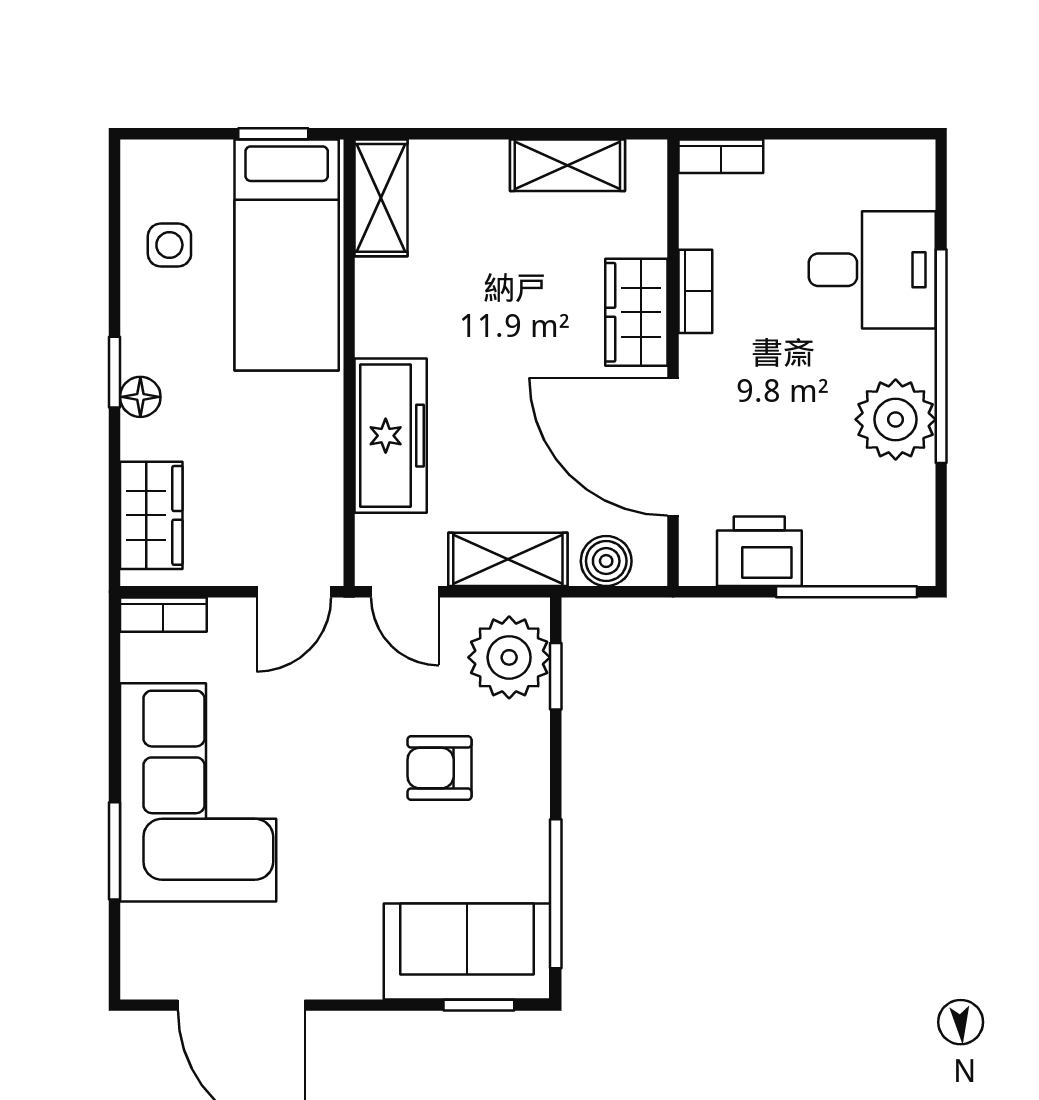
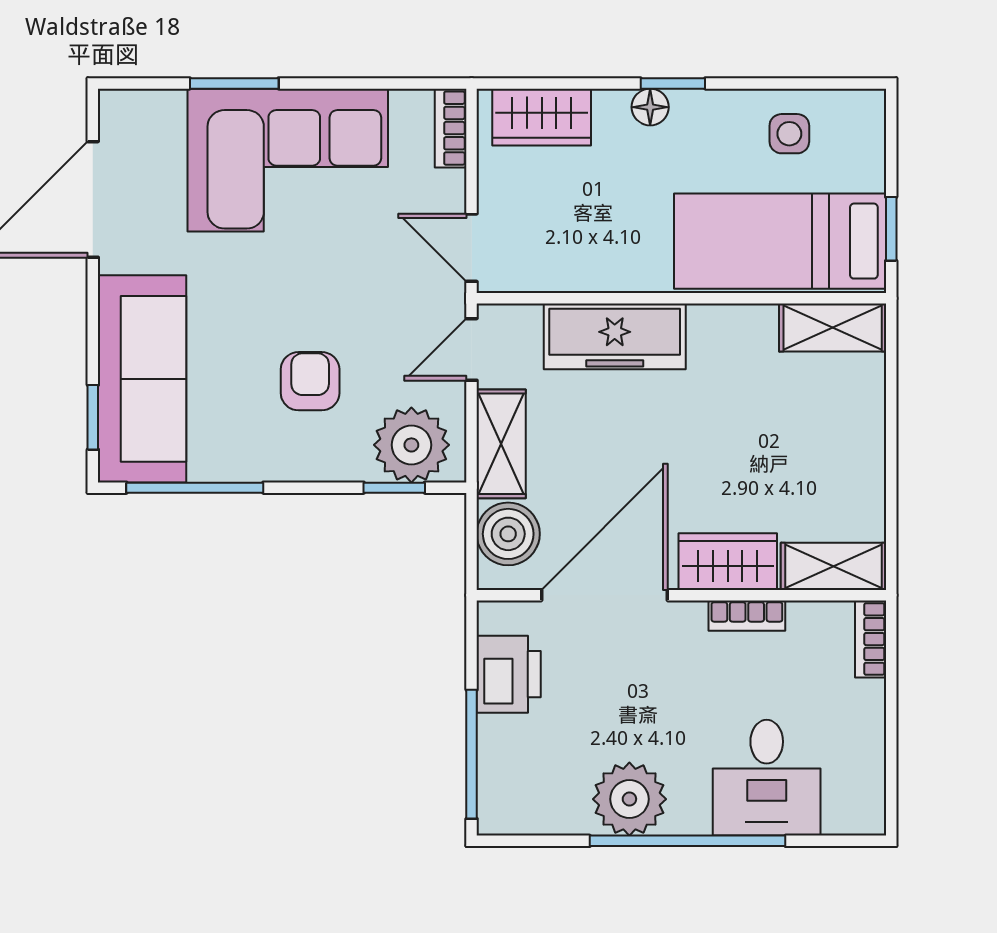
shelving: (567, 165) -> (834, 566), moved, turned 90
boiler: (606, 561) -> (508, 534), width x1.36, depth x1.36
sofa: (467, 951) -> (142, 379), width x1.36

